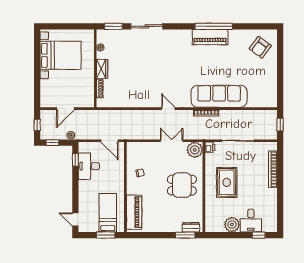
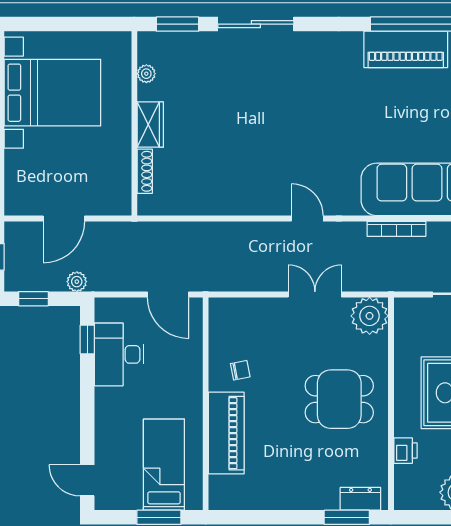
printer: (210, 147) -> (405, 451), moved
piano: (134, 212) -> (226, 433), moved

